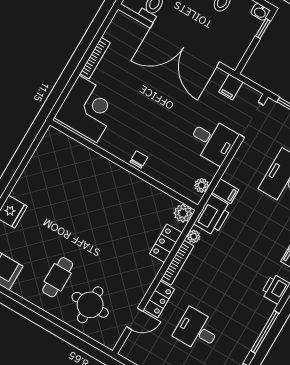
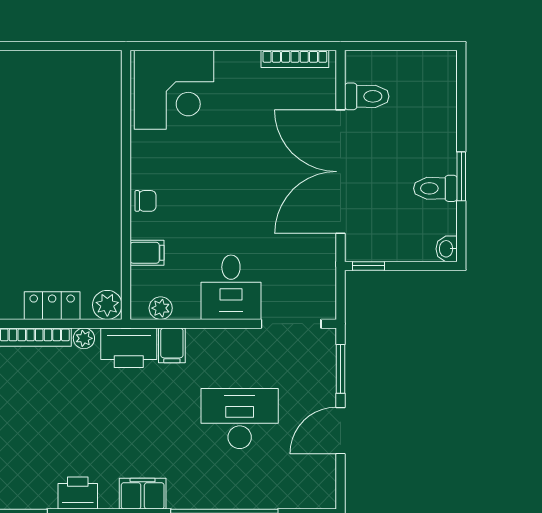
window: (263, 28) -> (368, 266), moved
bookcase: (95, 58) -> (295, 59), moved
filing cabinet: (231, 87) -> (147, 253), moved, turned 180

